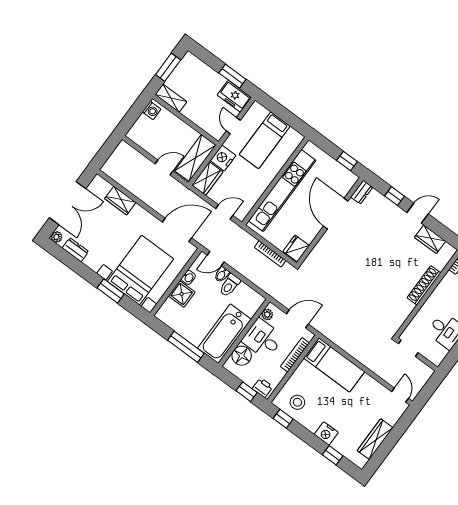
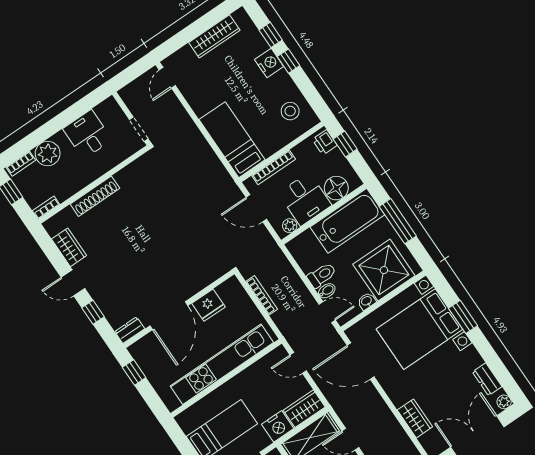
fridge: (296, 248) -> (209, 305), moved
shower: (182, 294) -> (384, 270), width x1.86, depth x1.86
window: (283, 419) -> (288, 61), moved

